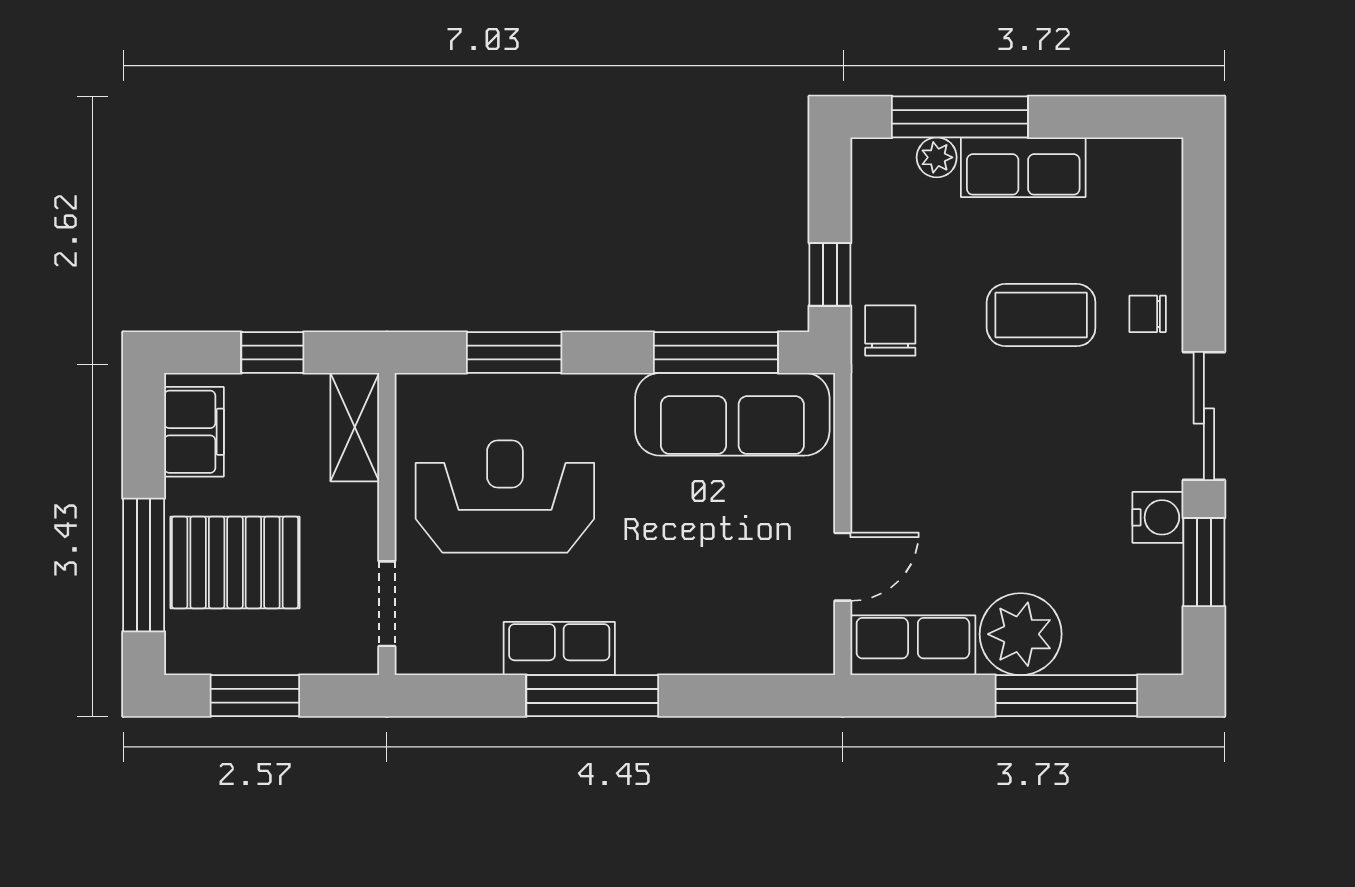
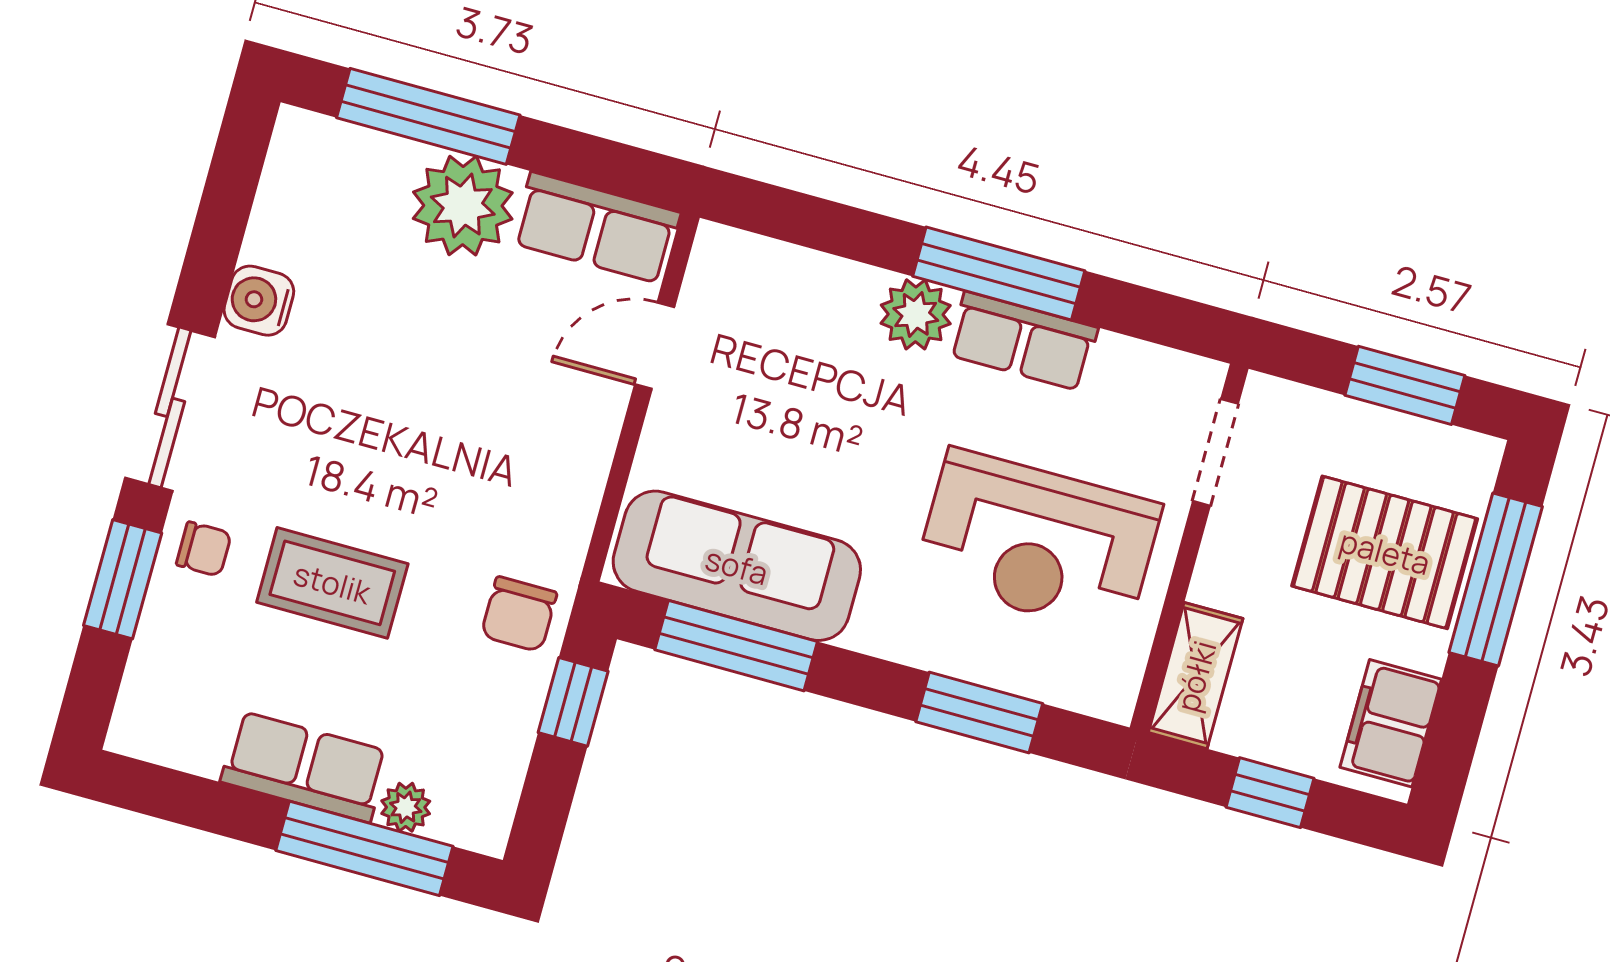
window: (1204, 562) -> (123, 579), moved
plant: (648, 646) -> (916, 314), added

